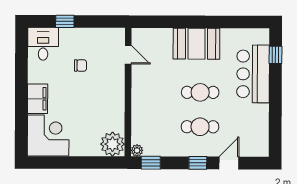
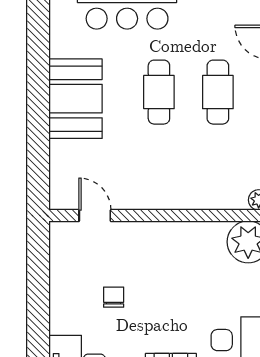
window: (65, 21) -> (38, 324), removed
door: (128, 55) -> (95, 216), hinge flipped

